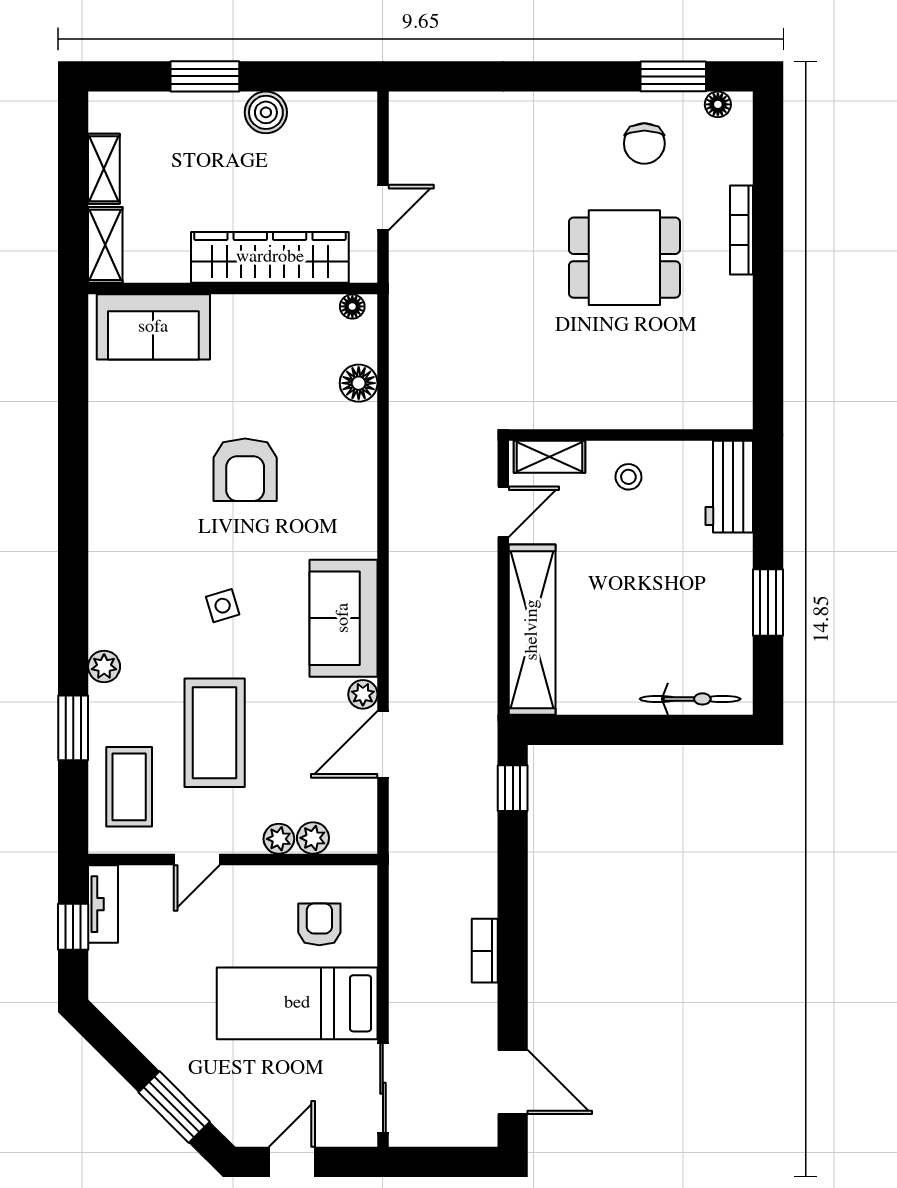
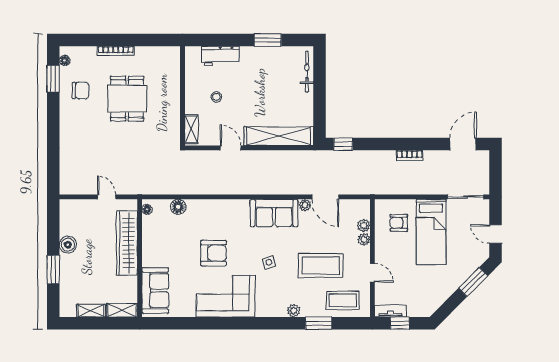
wall: (631, 435) -> (183, 96), moved
shelving: (549, 457) -> (191, 129), moved
corner sofa: (139, 500) -> (226, 296), added

